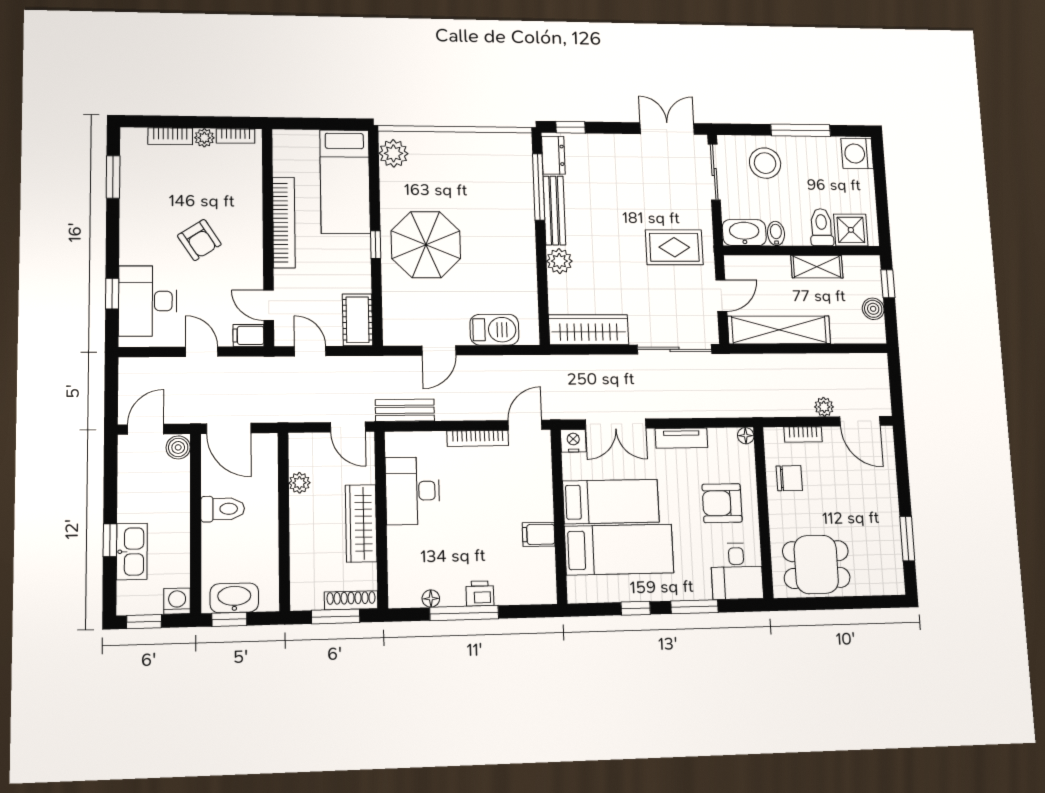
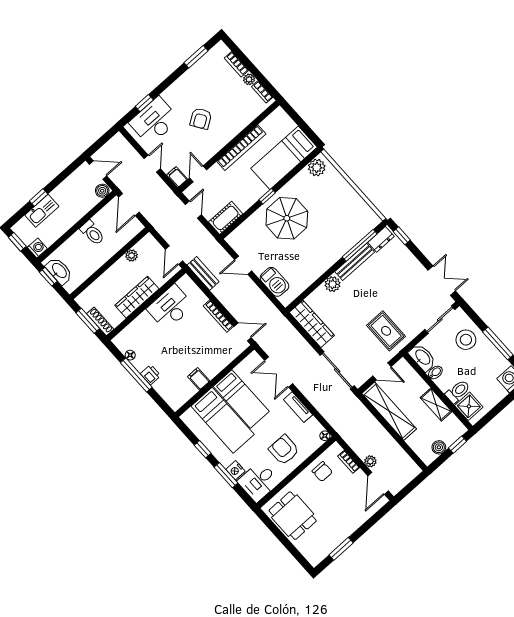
nightstand: (573, 441) -> (236, 470), moved, turned 180

